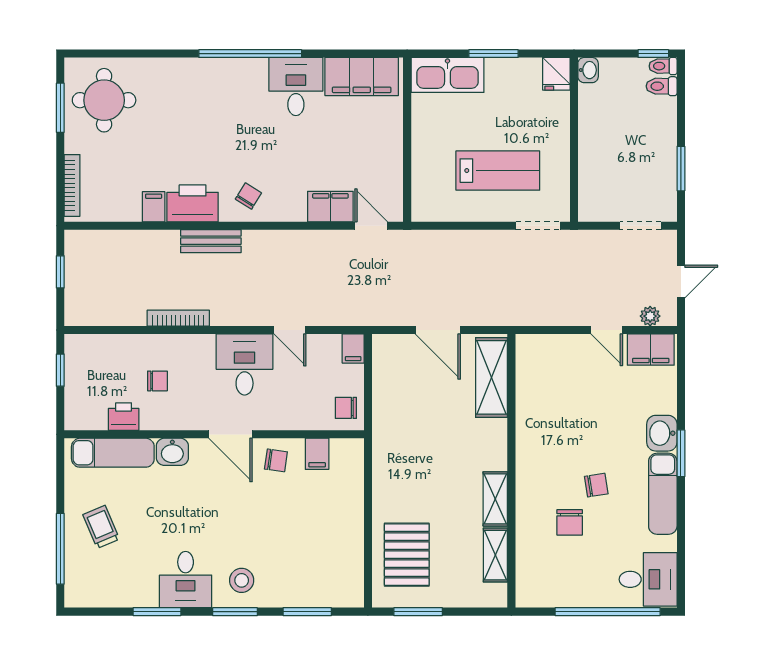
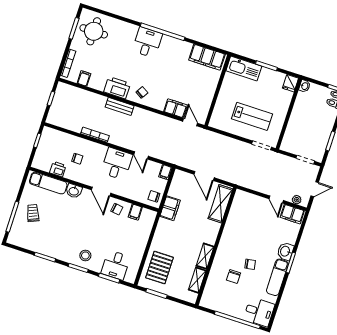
desk: (296, 87) -> (147, 42), moved
filing cabinet: (154, 207) -> (84, 78), moved
filing cabinet: (388, 422) -> (170, 208), added
desk: (186, 580) -> (116, 265), moved

